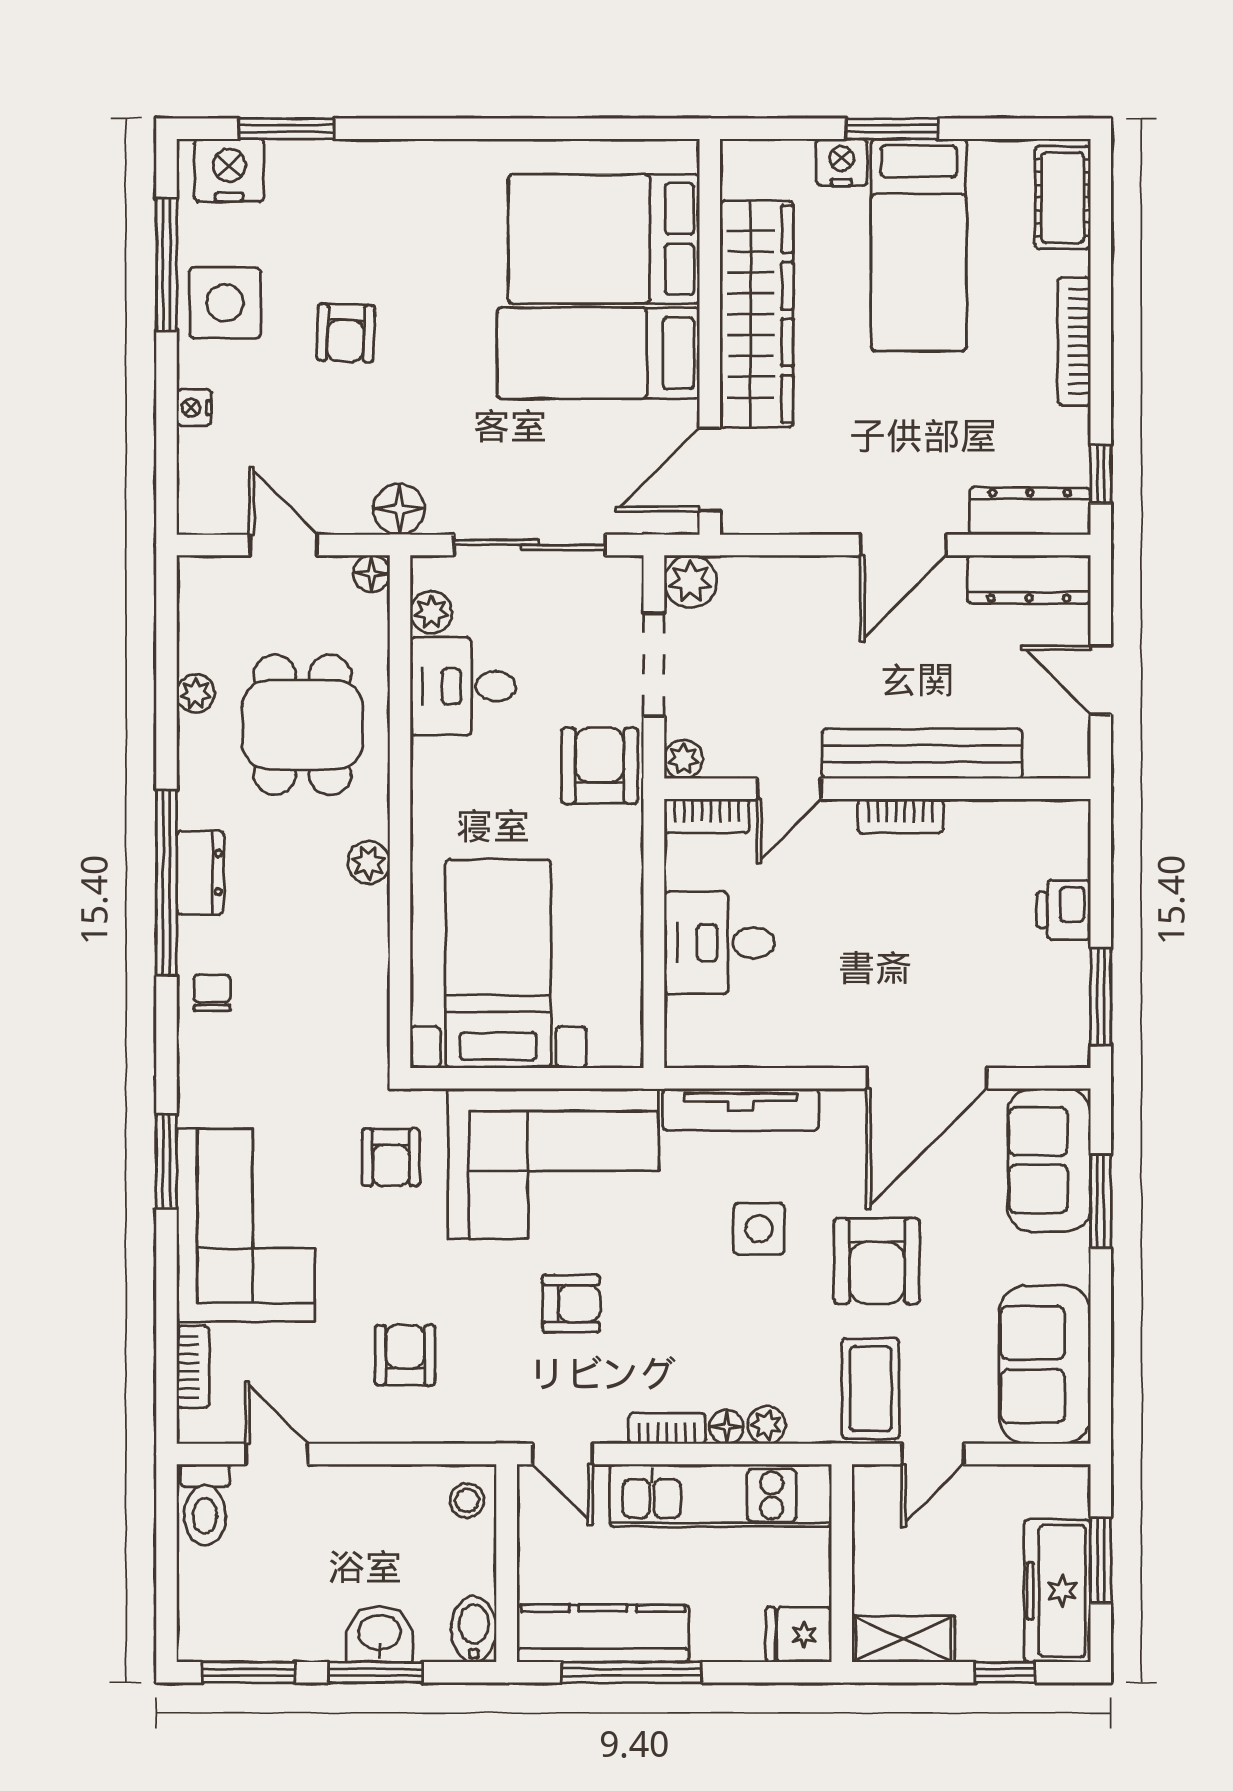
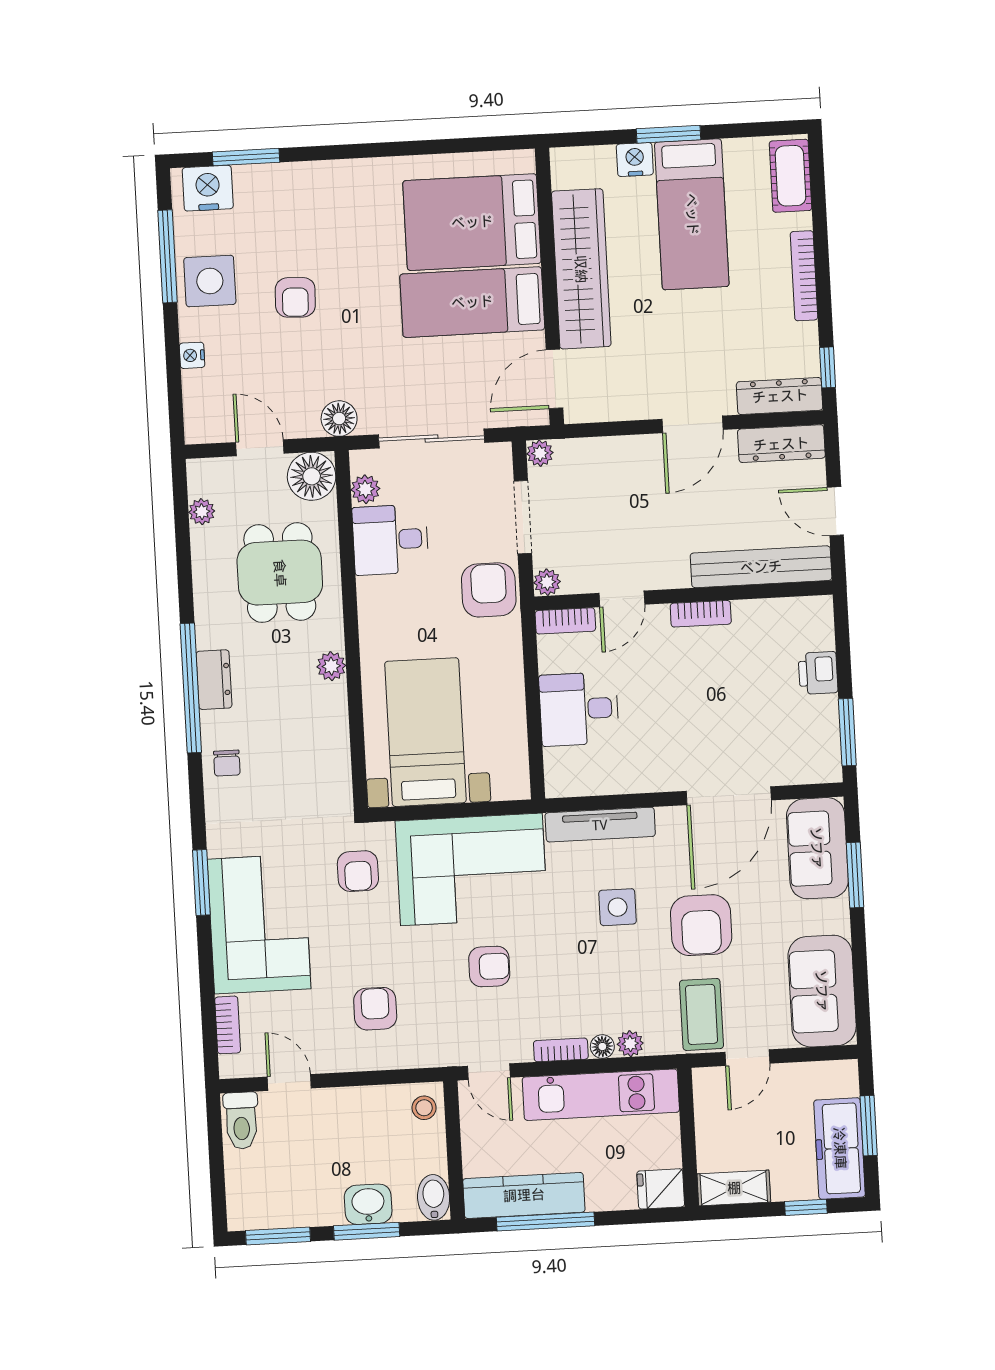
floor lamp: (372, 574) -> (312, 476), width x1.89, depth x1.89
plant: (690, 582) -> (540, 453), width x0.73, depth x0.73
plant: (196, 694) -> (202, 512), moved
bench: (922, 754) -> (761, 567), moved
chair: (212, 993) -> (227, 763), turned 180

